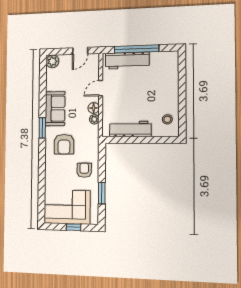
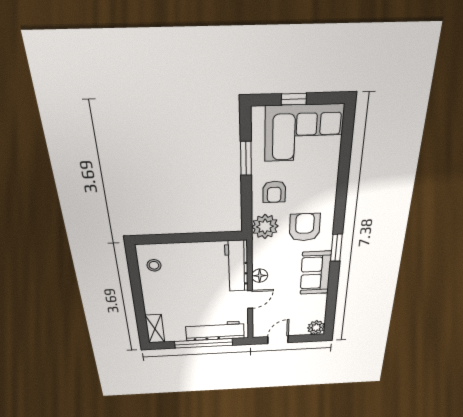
shelving: (173, 64) -> (155, 329), added
plant: (94, 119) -> (265, 227), moved, width x1.87, depth x1.87
workbench: (130, 129) -> (236, 266), moved, turned 90

